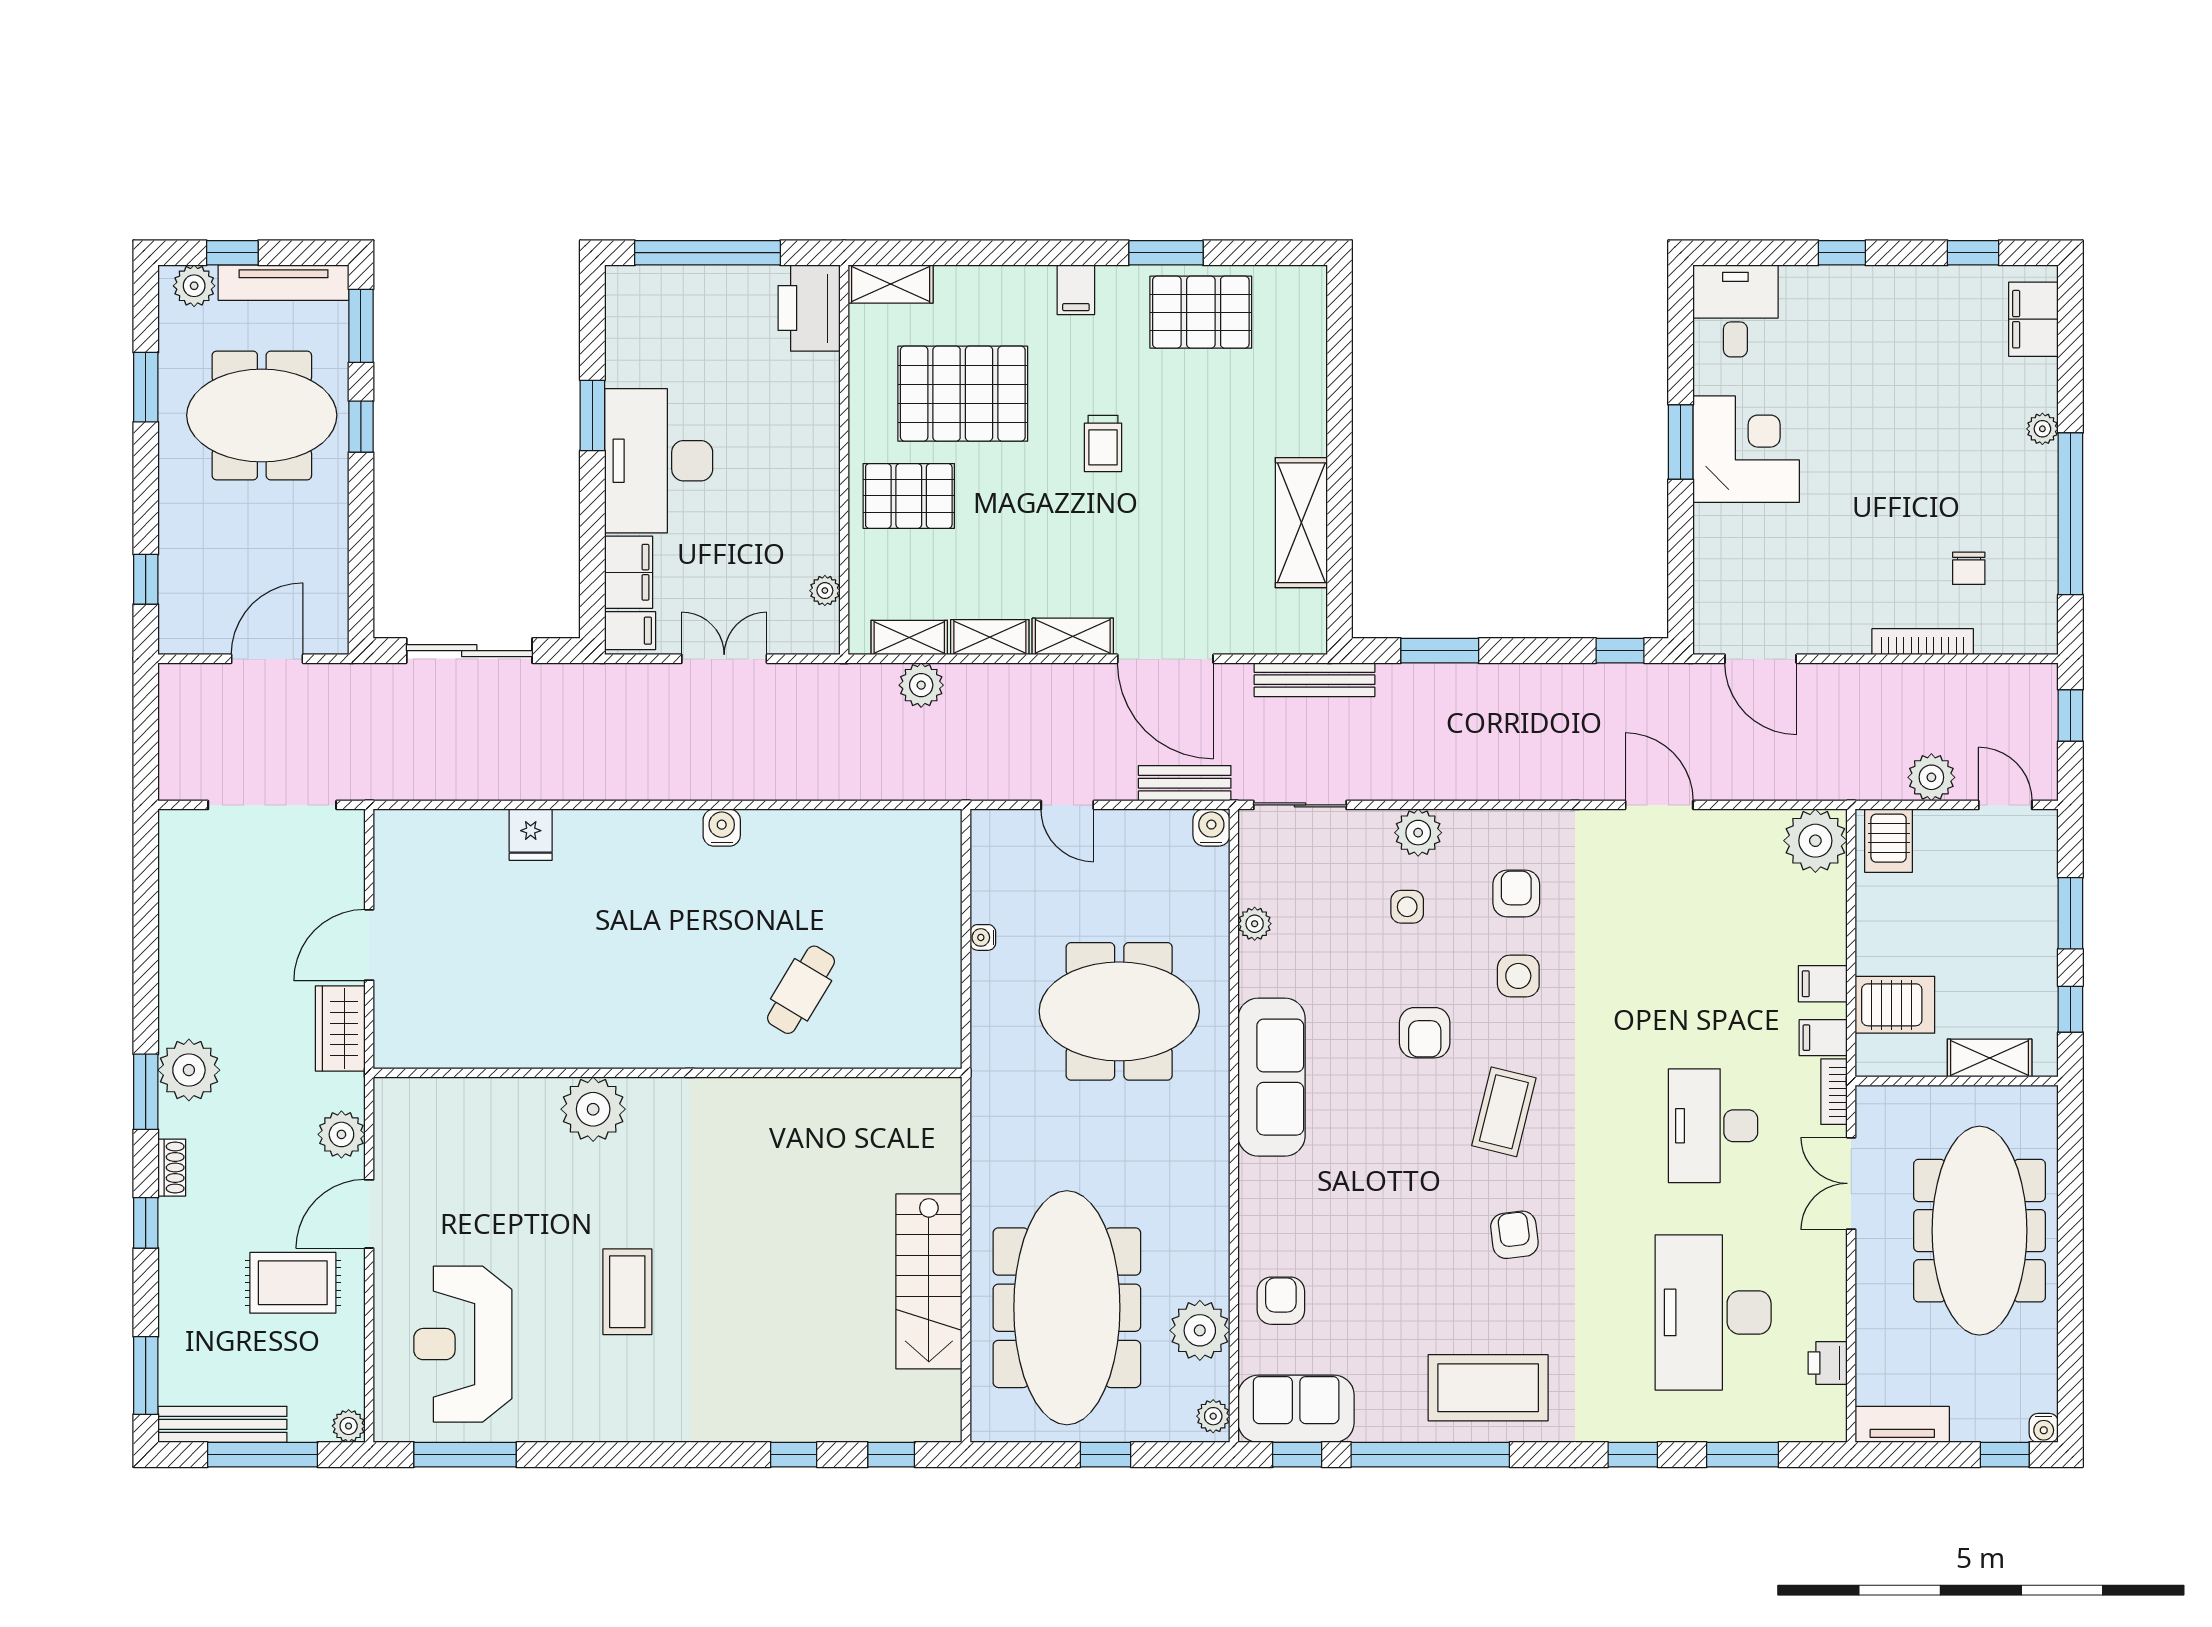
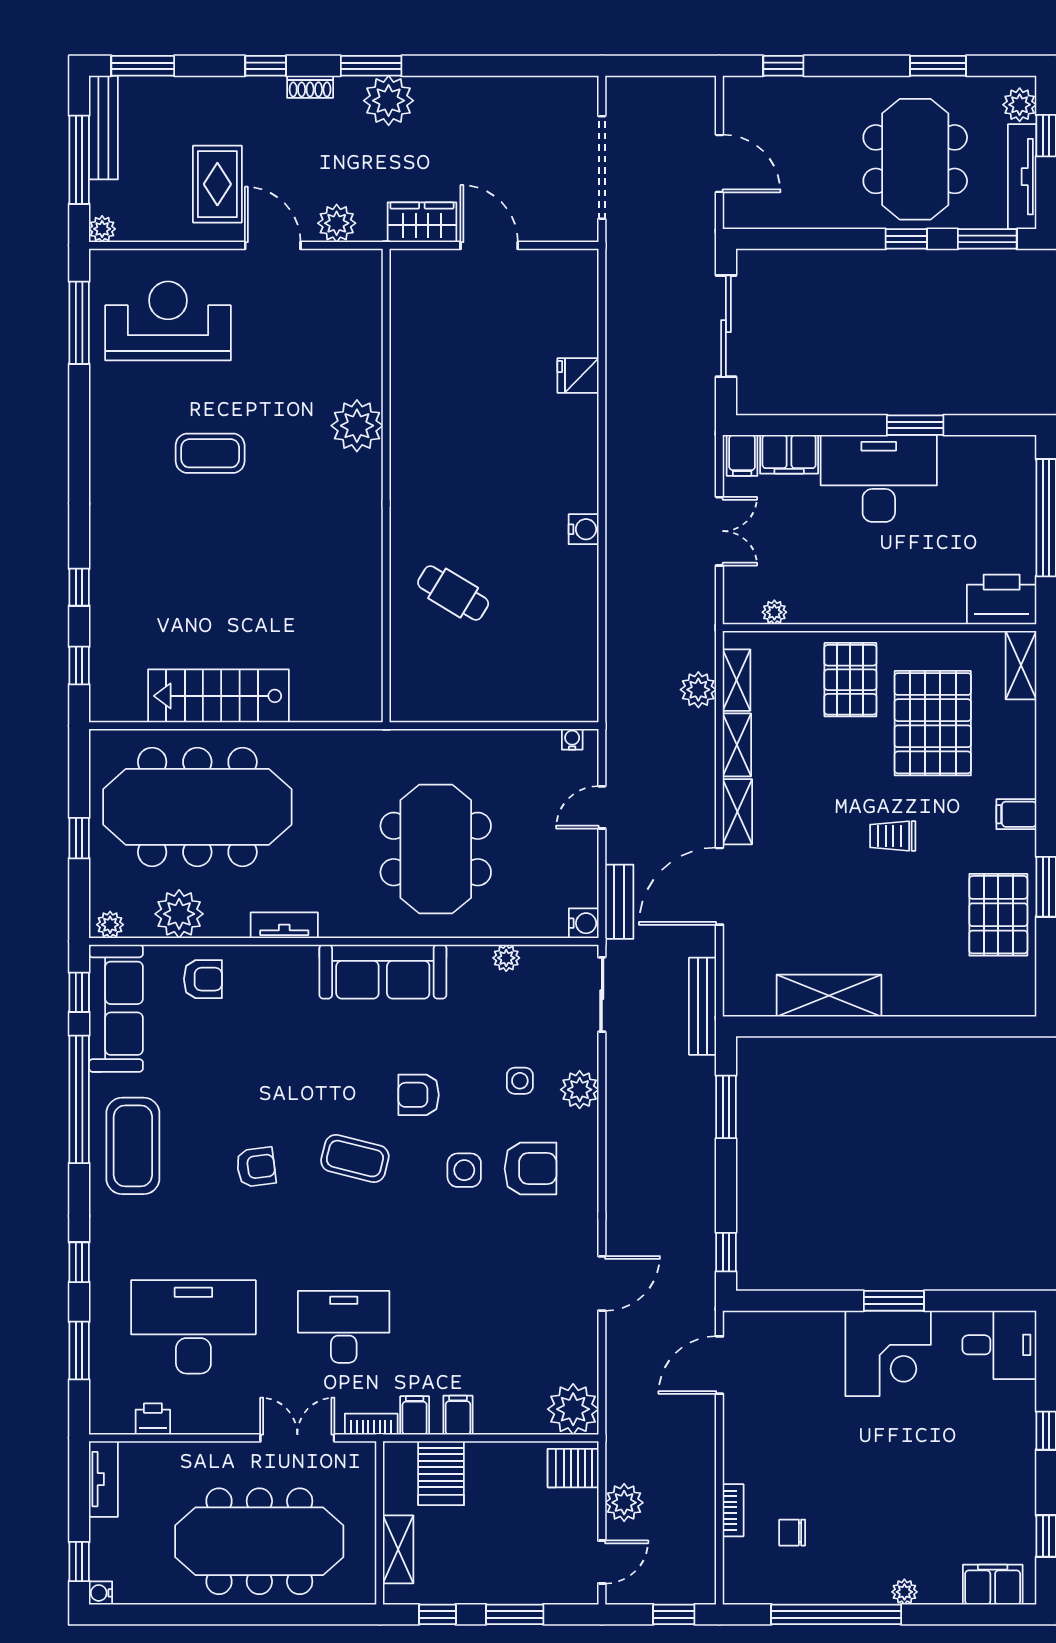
bookcase: (1923, 642) -> (733, 1510), width x0.64
armchair: (1516, 894) -> (531, 1169), width x1.38, depth x1.38
water cooler: (983, 937) -> (572, 739), moved
tv unit: (1214, 1200) -> (284, 925), added
sofa: (1296, 1409) -> (116, 1008), width x1.36

